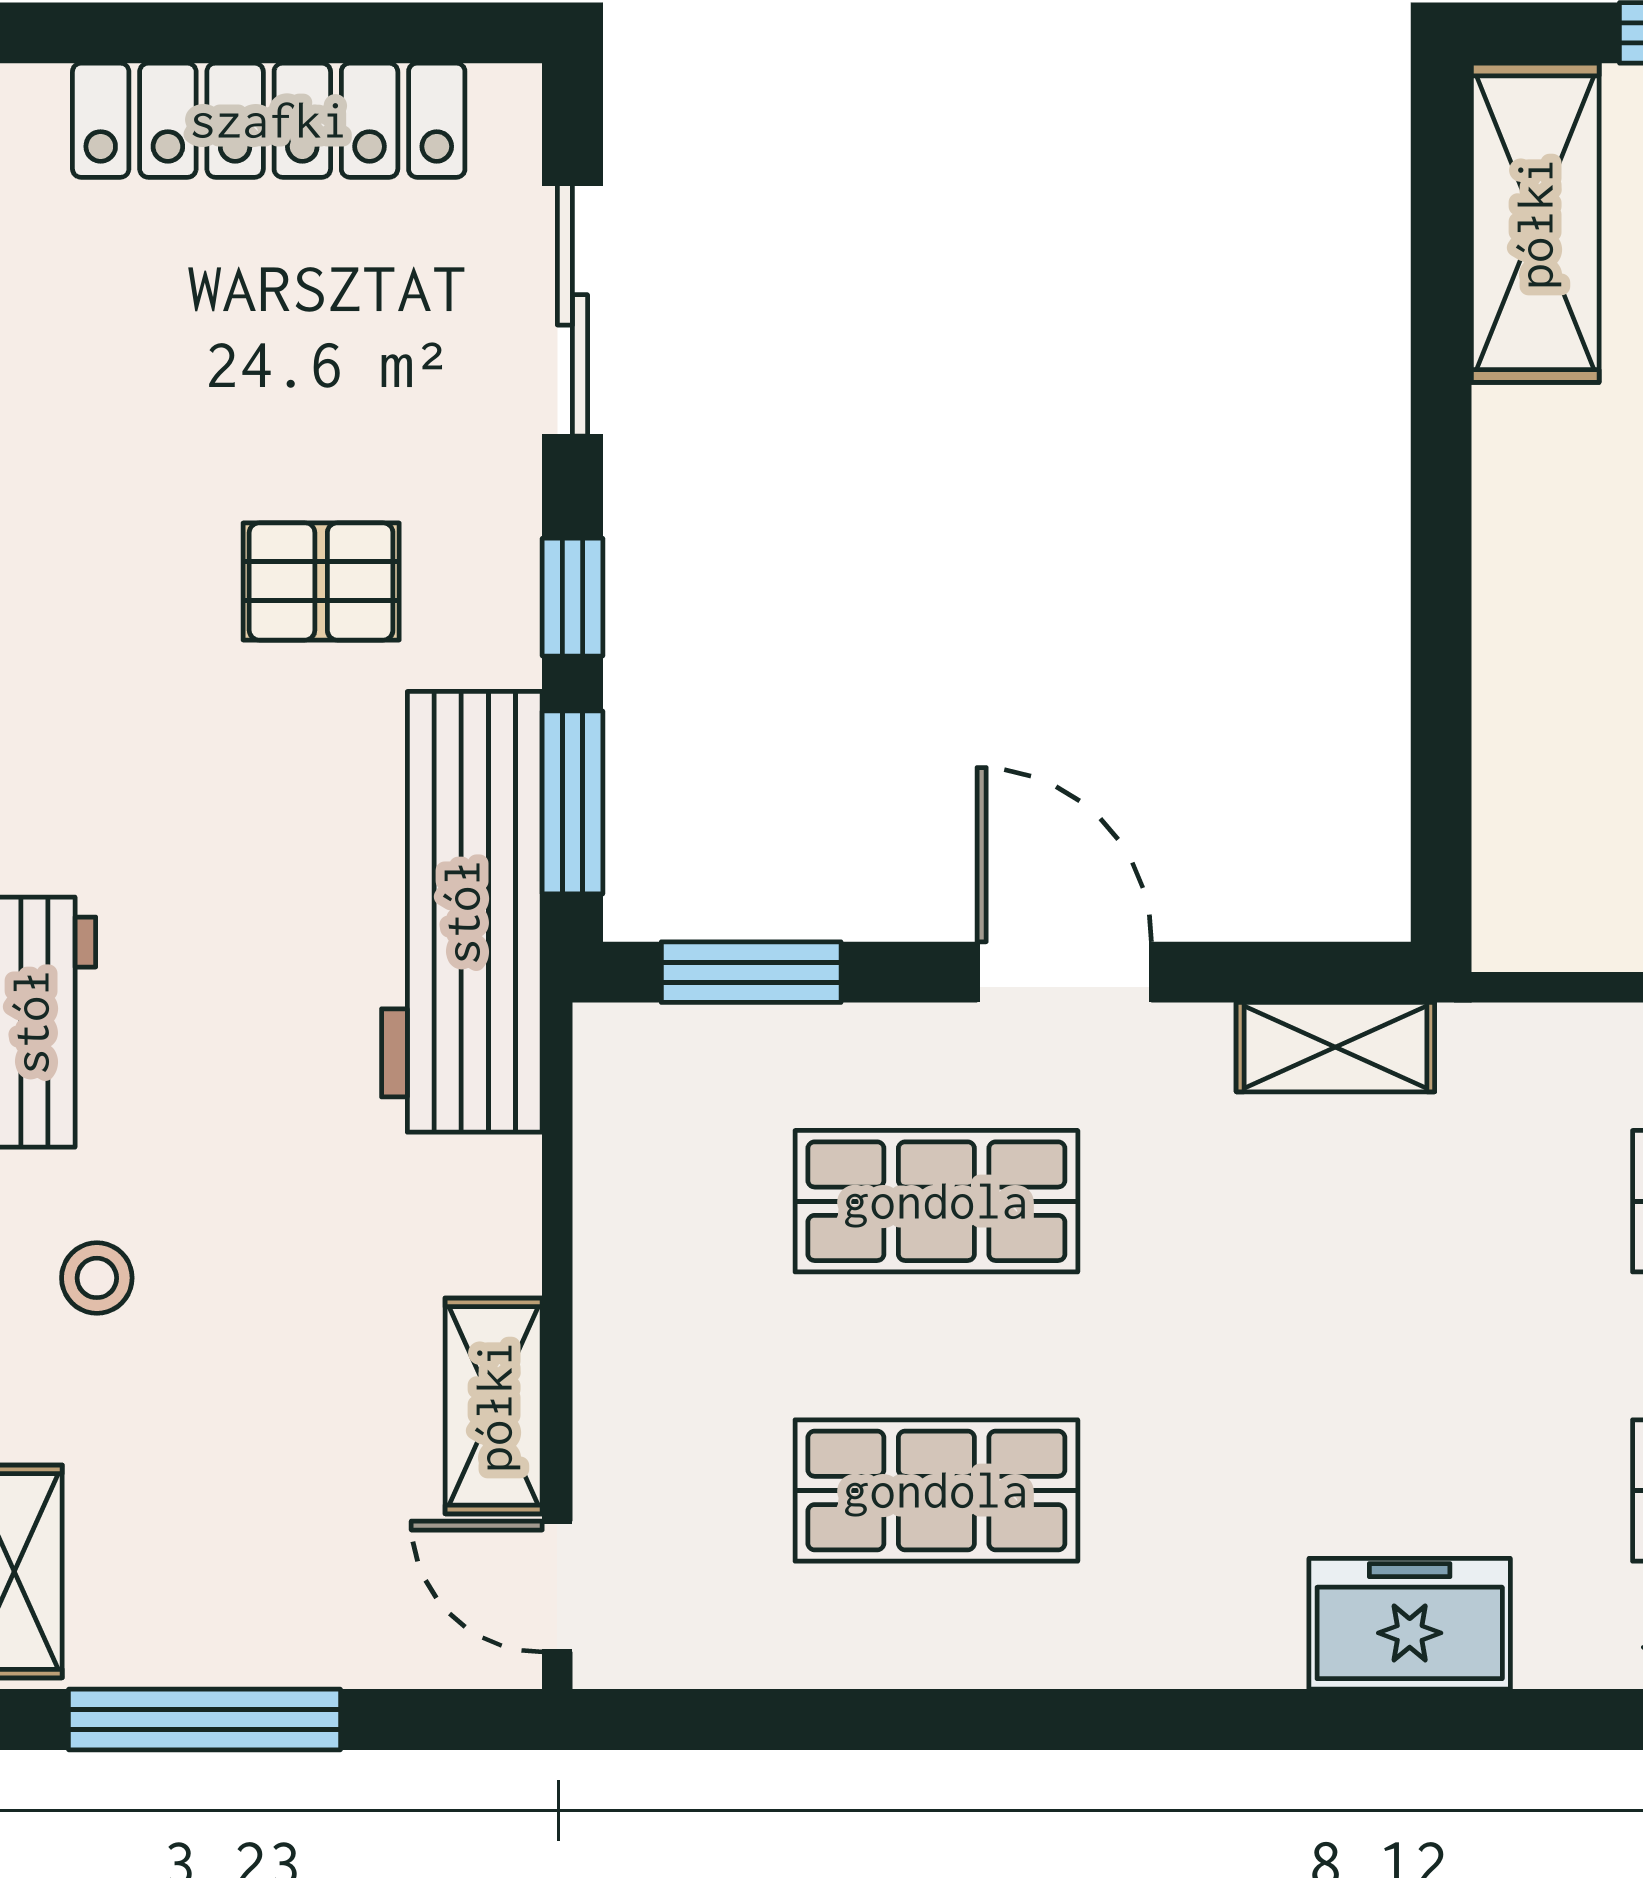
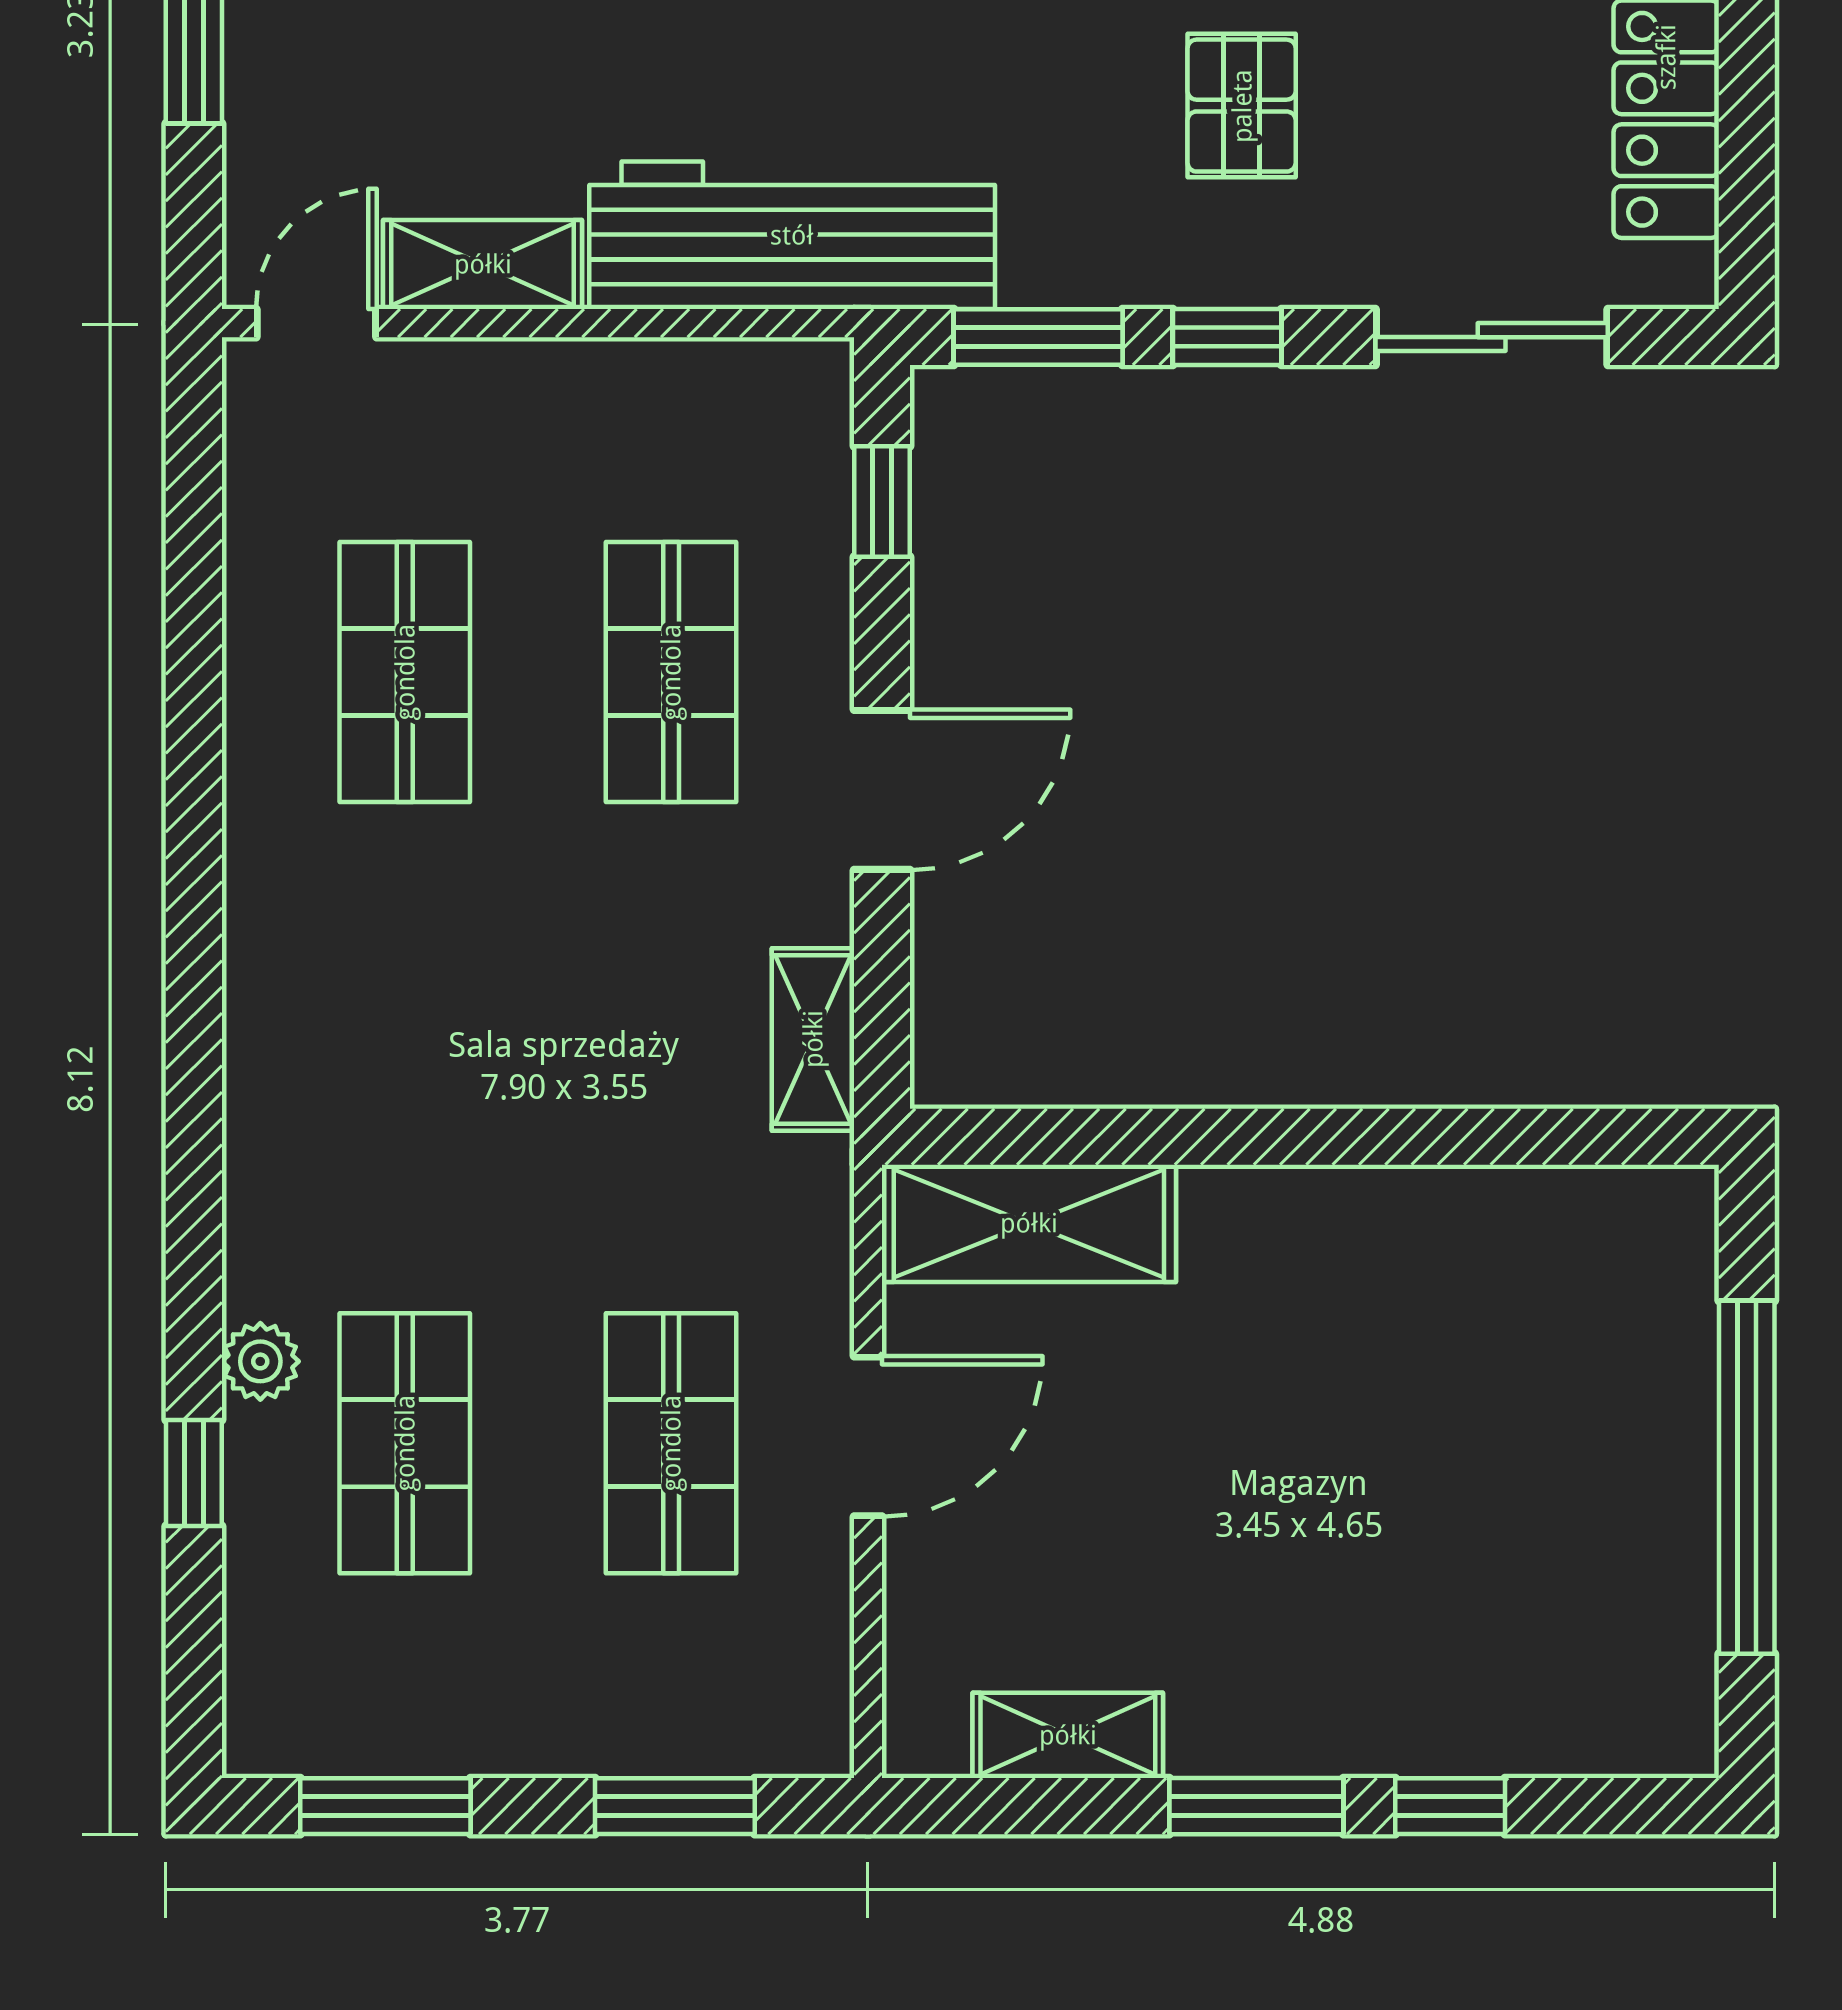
shelving: (1535, 223) -> (1029, 1223), moved
workbench: (462, 912) -> (792, 235), moved
window: (751, 972) -> (882, 502), width x0.67
freezer: (1410, 1624) -> (282, 1108), removed

